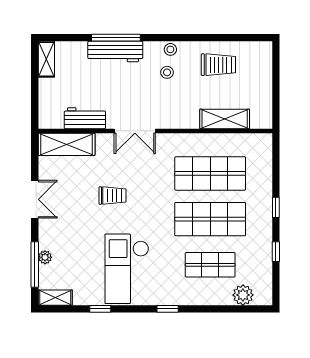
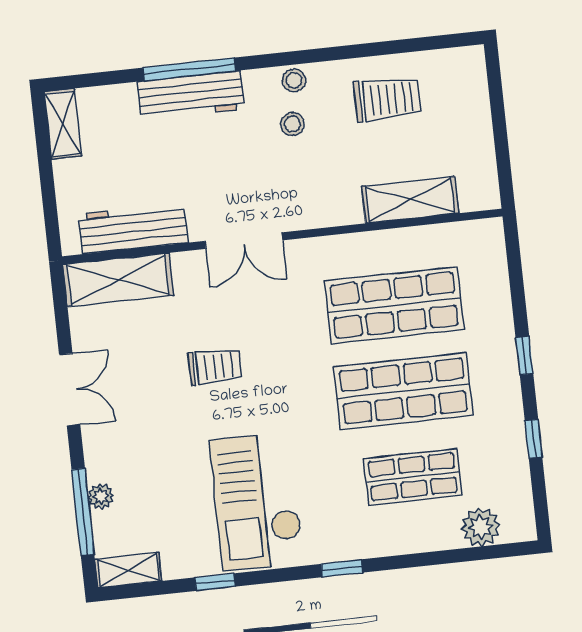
workbench: (85, 118) -> (133, 228), width x1.38

